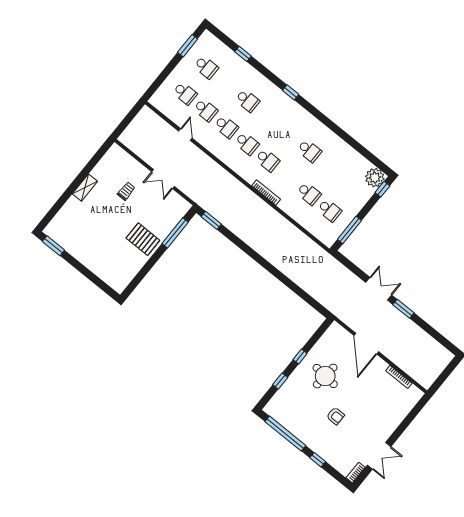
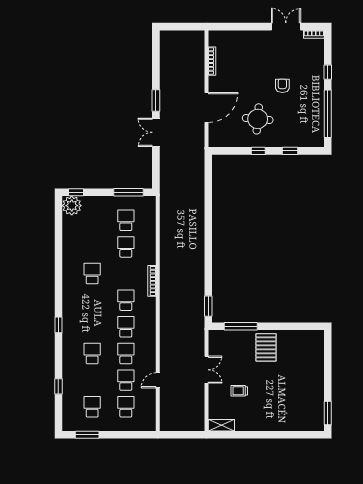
shelving: (85, 188) -> (221, 425), moved

